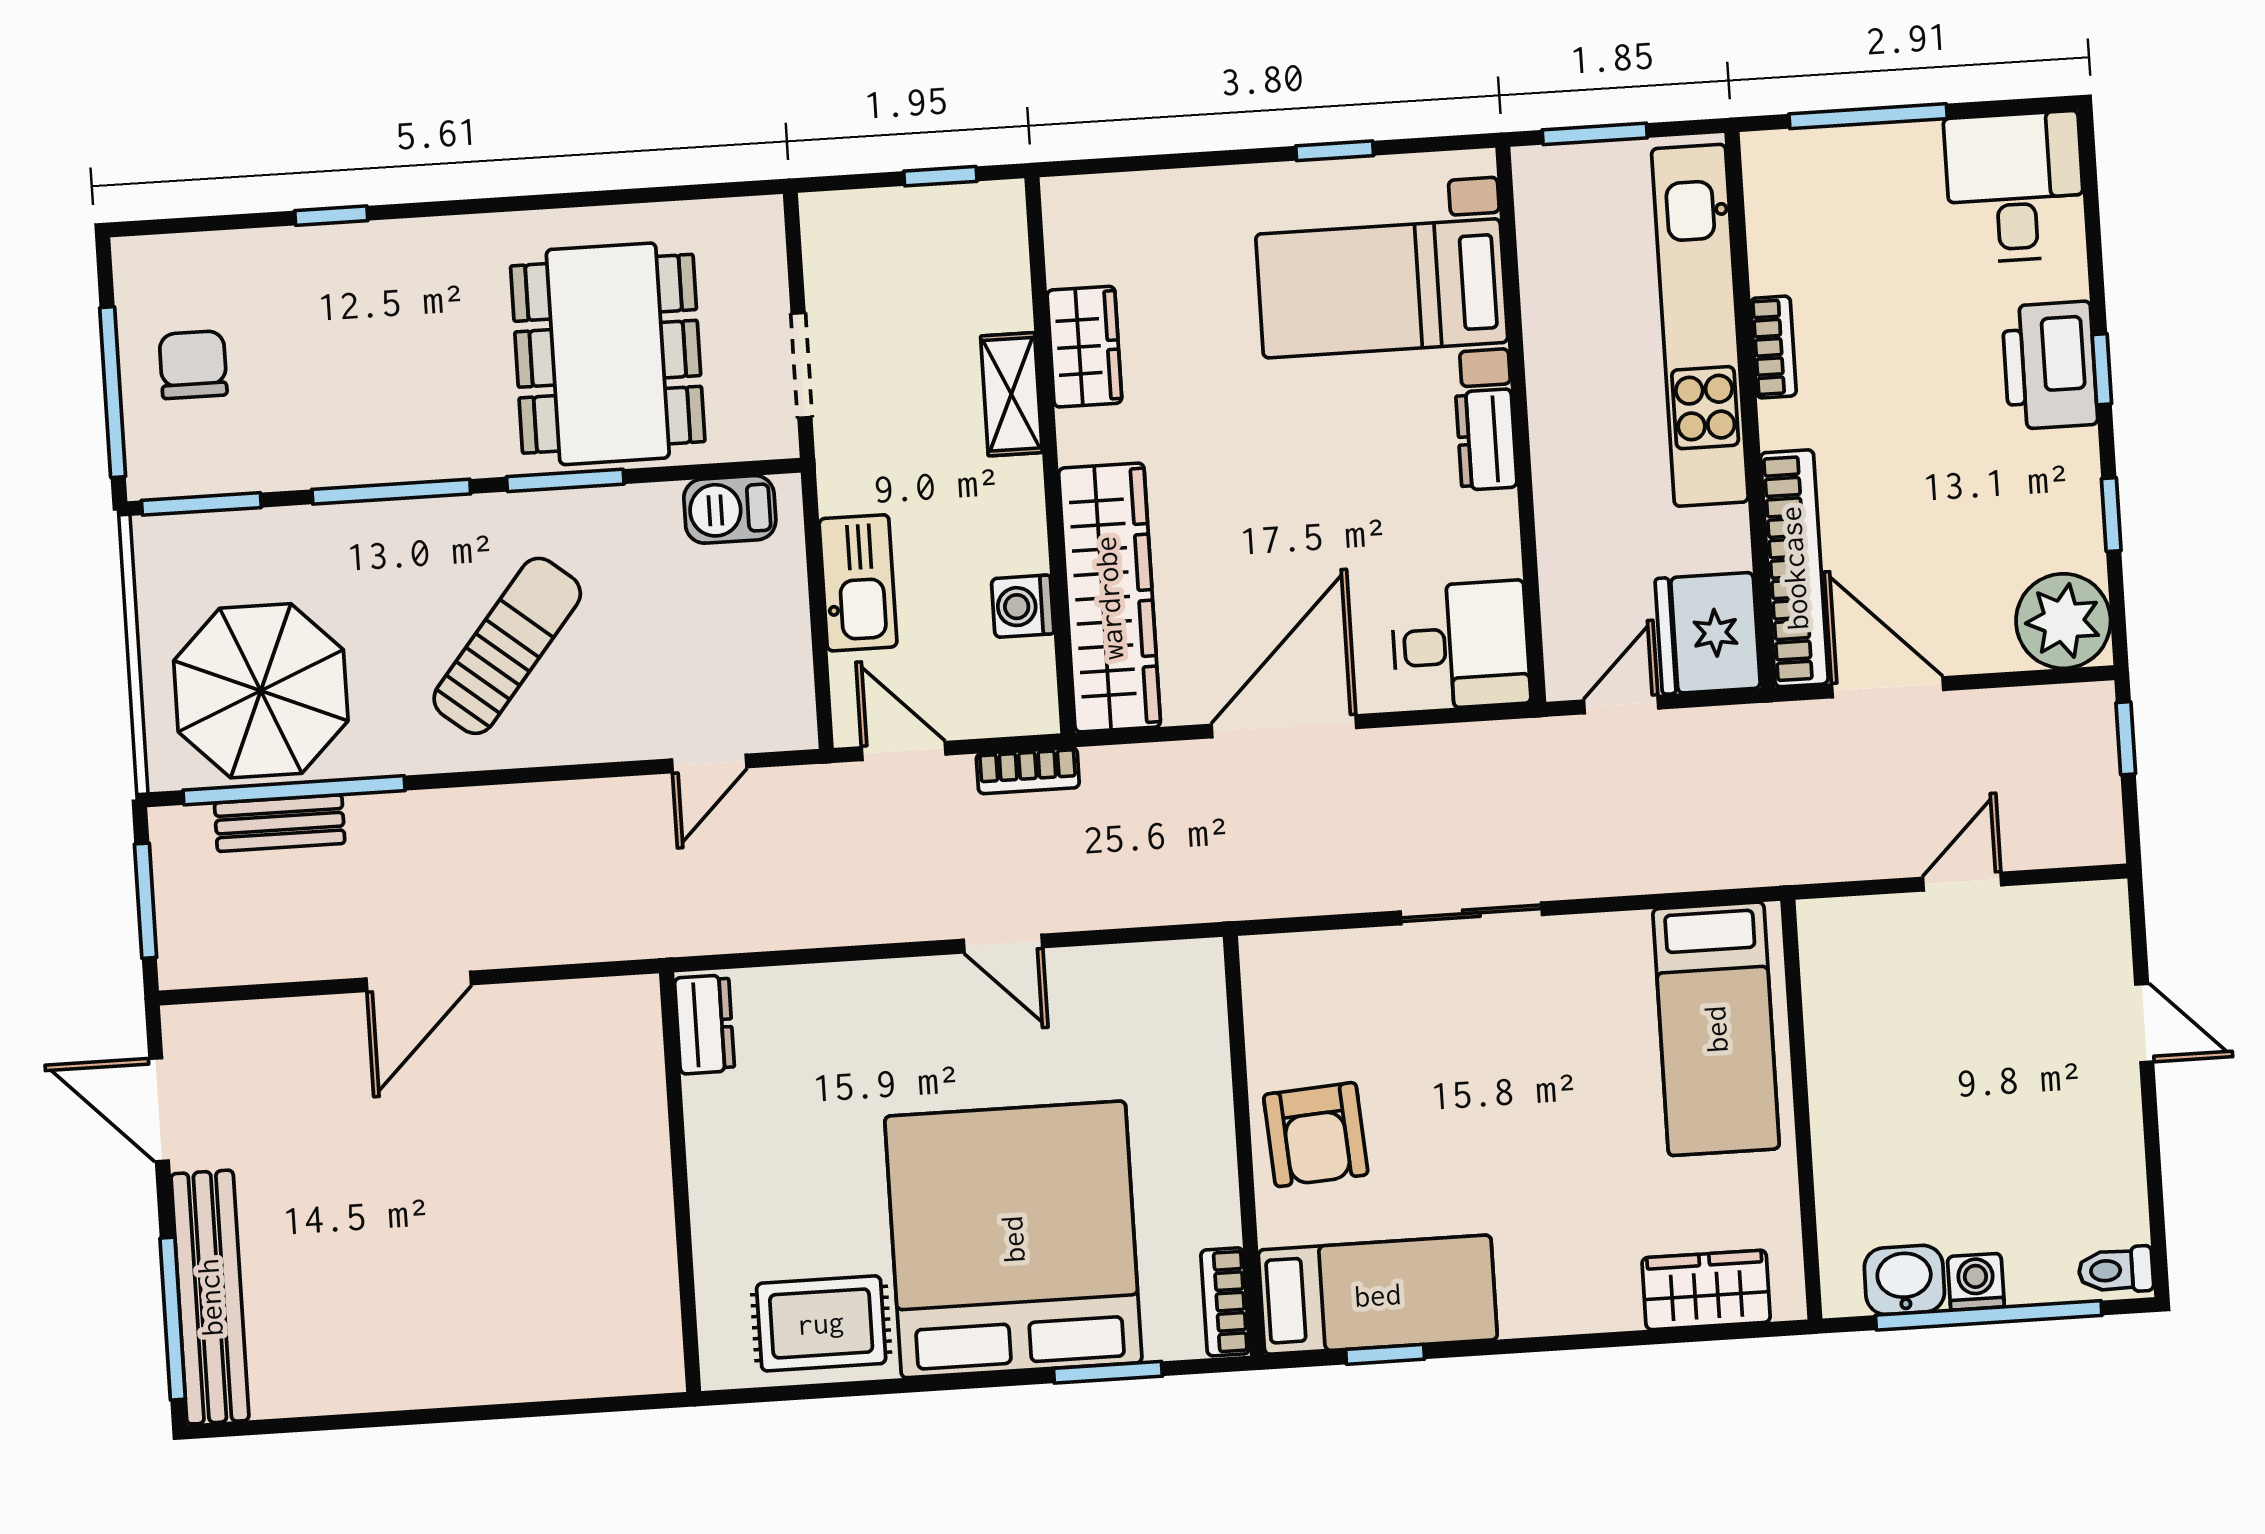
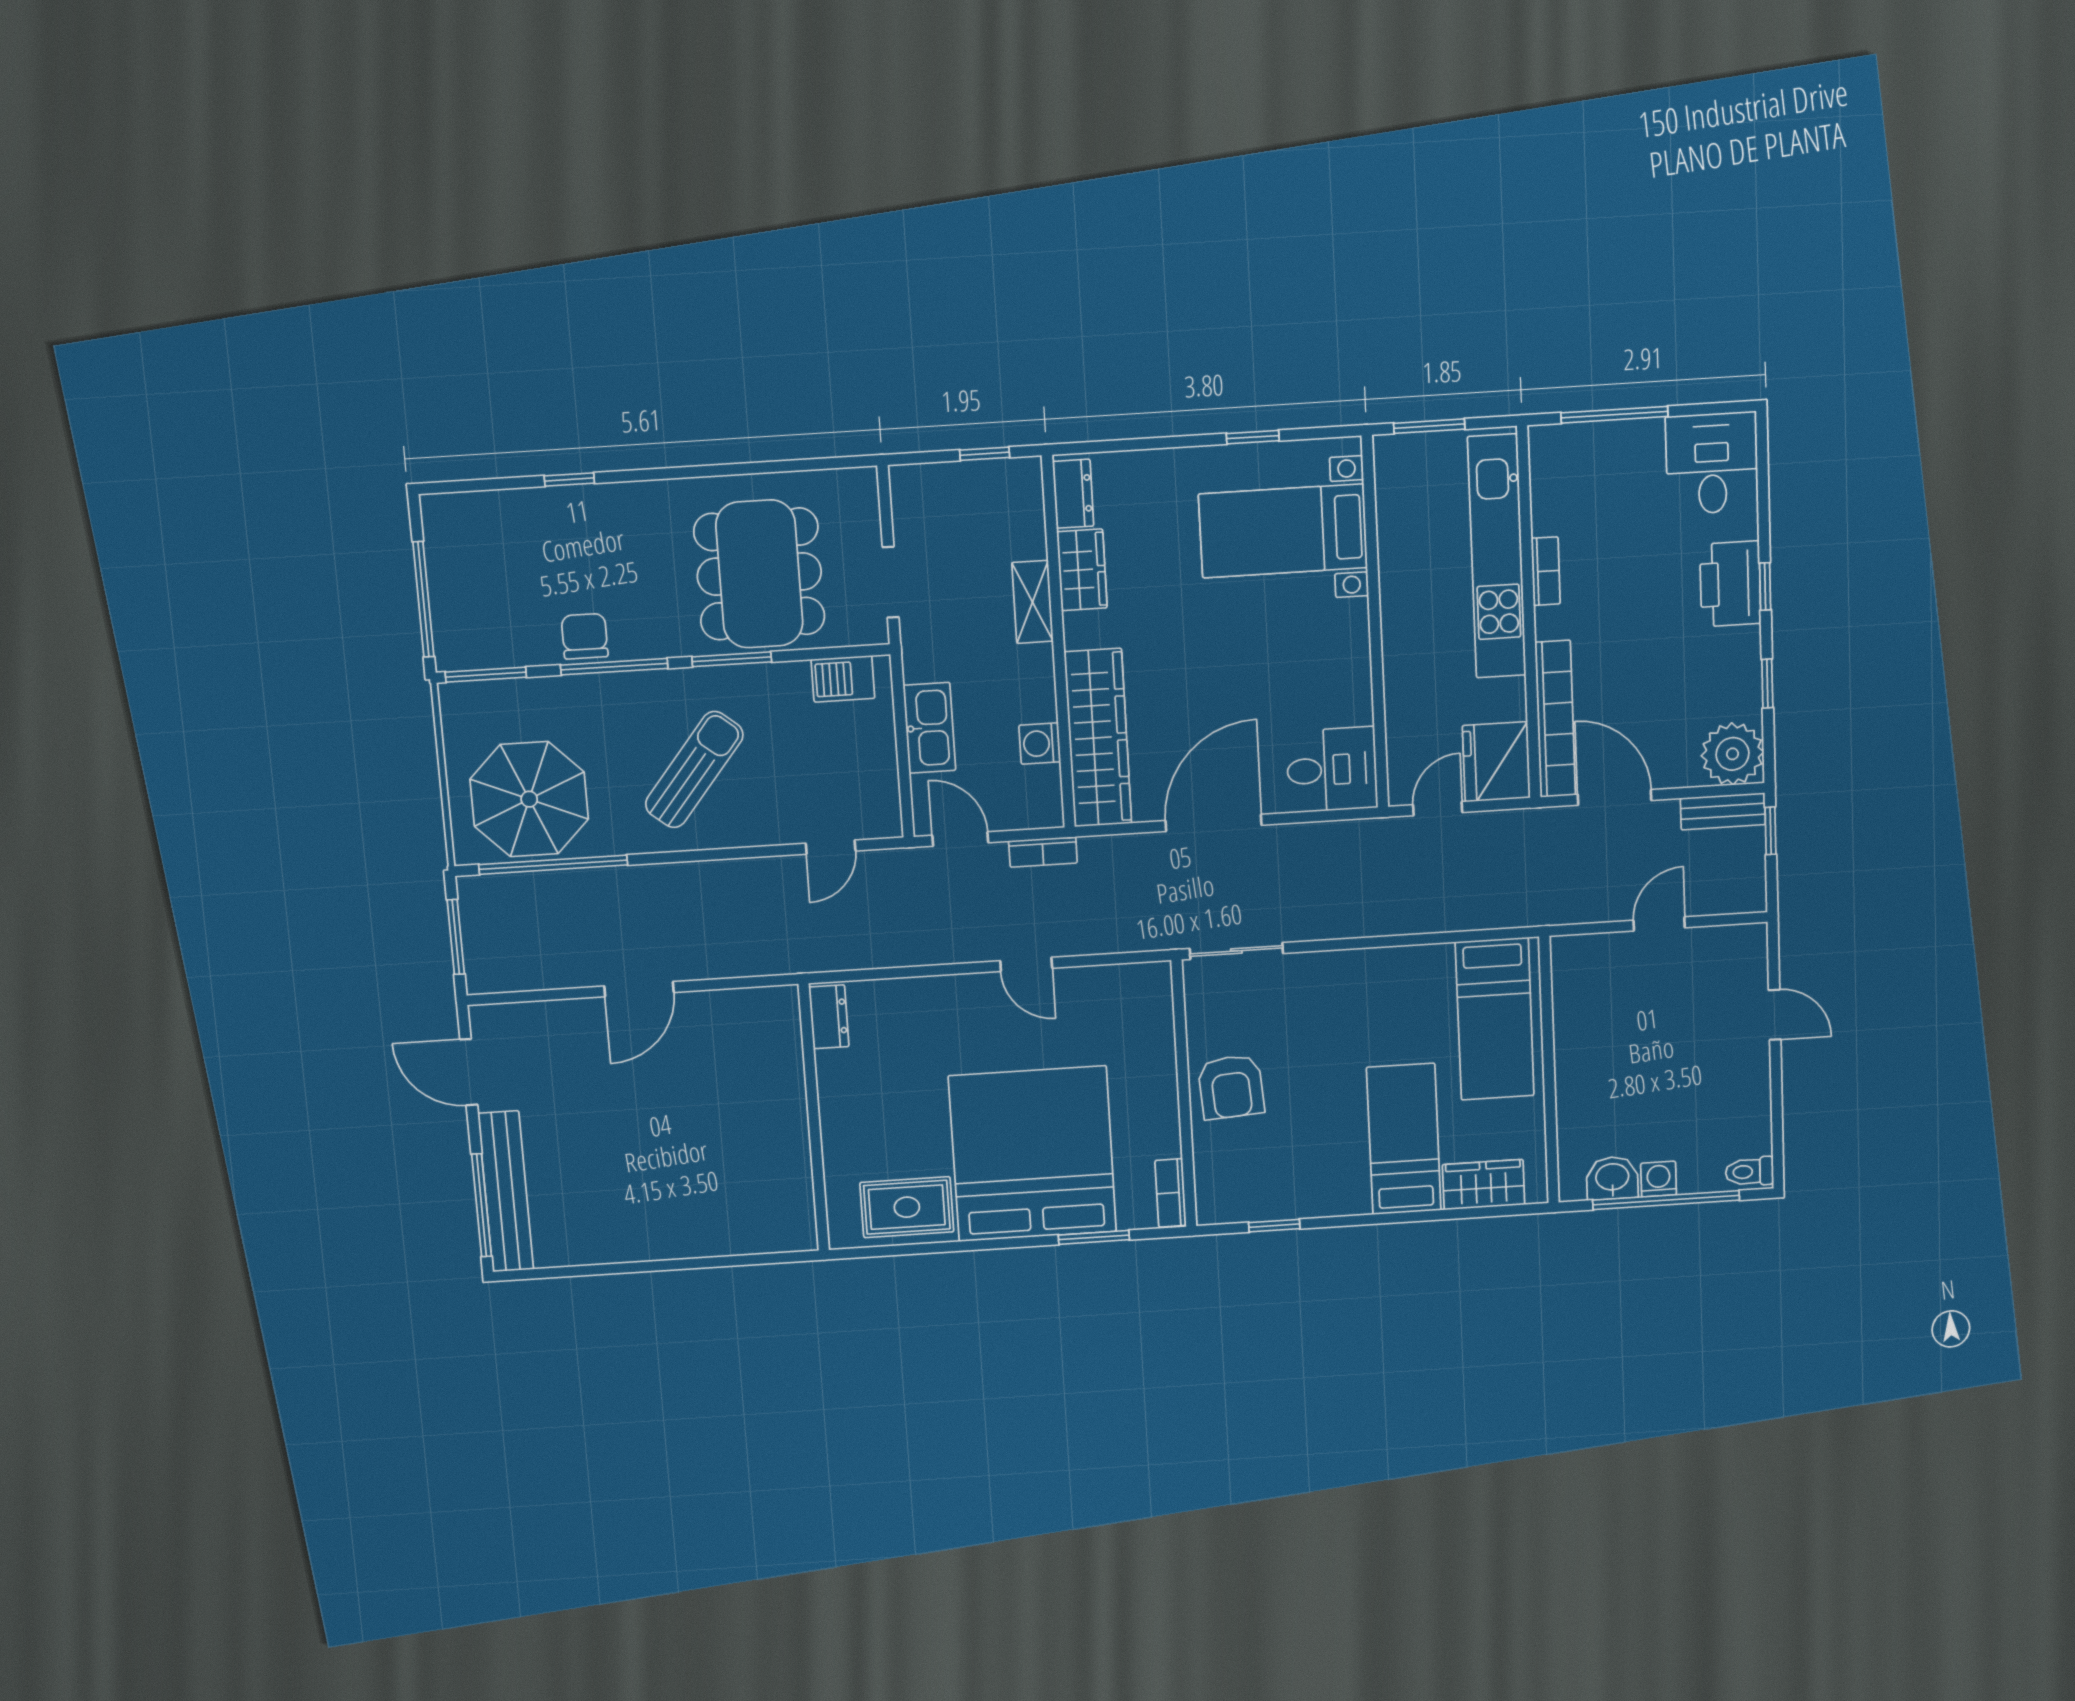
chair: (193, 365) -> (585, 636), moved
dresser: (1486, 440) -> (1073, 494), moved, turned 180
bench: (280, 823) -> (1723, 811), moved
sliding door: (1471, 913) -> (1236, 951), moved
bed: (1378, 1295) -> (1404, 1139), moved, turned -90

